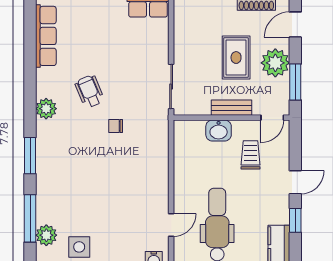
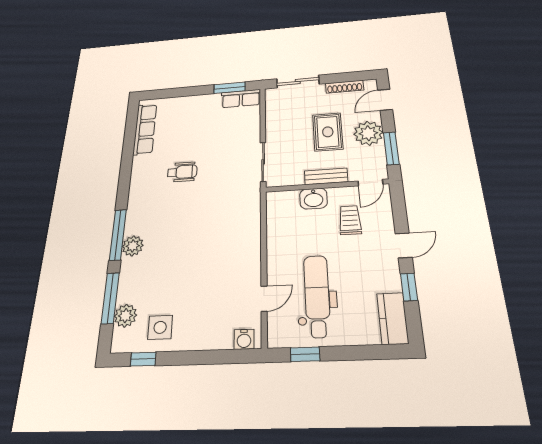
wheelchair: (90, 91) -> (182, 172), turned 113
plant: (46, 109) -> (133, 246), moved
chair: (116, 126) -> (206, 201), removed
window: (30, 156) -> (118, 235), width x1.44

